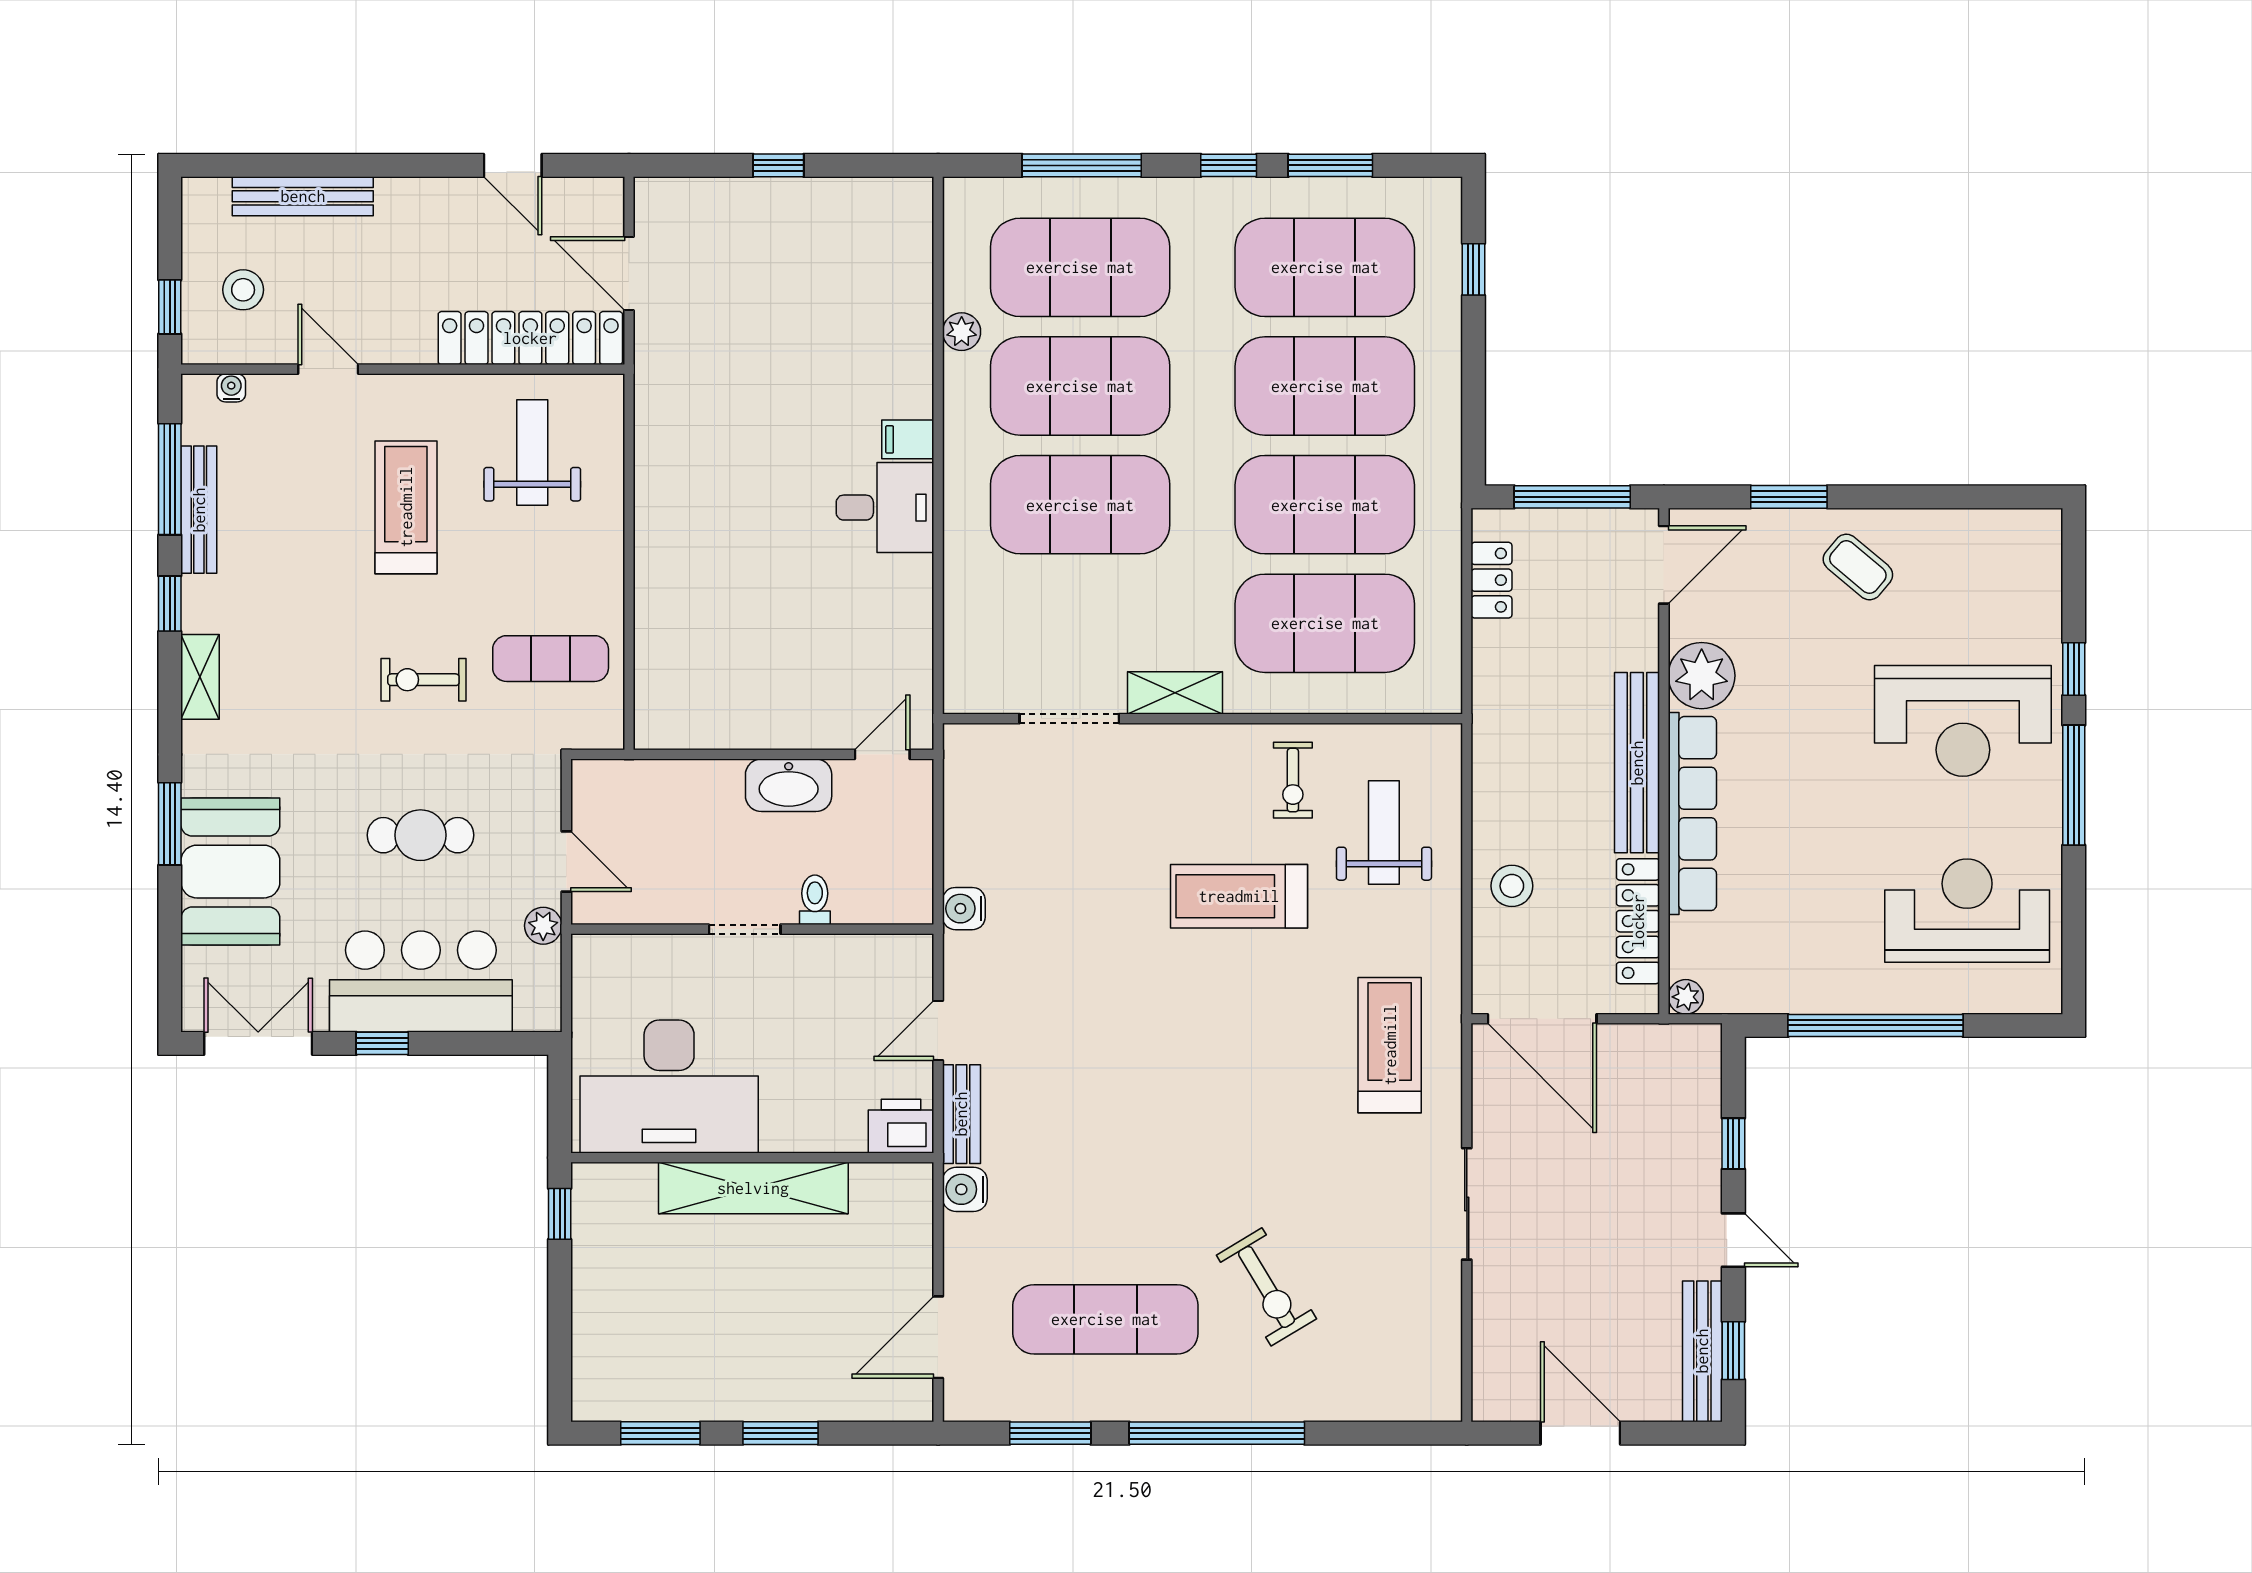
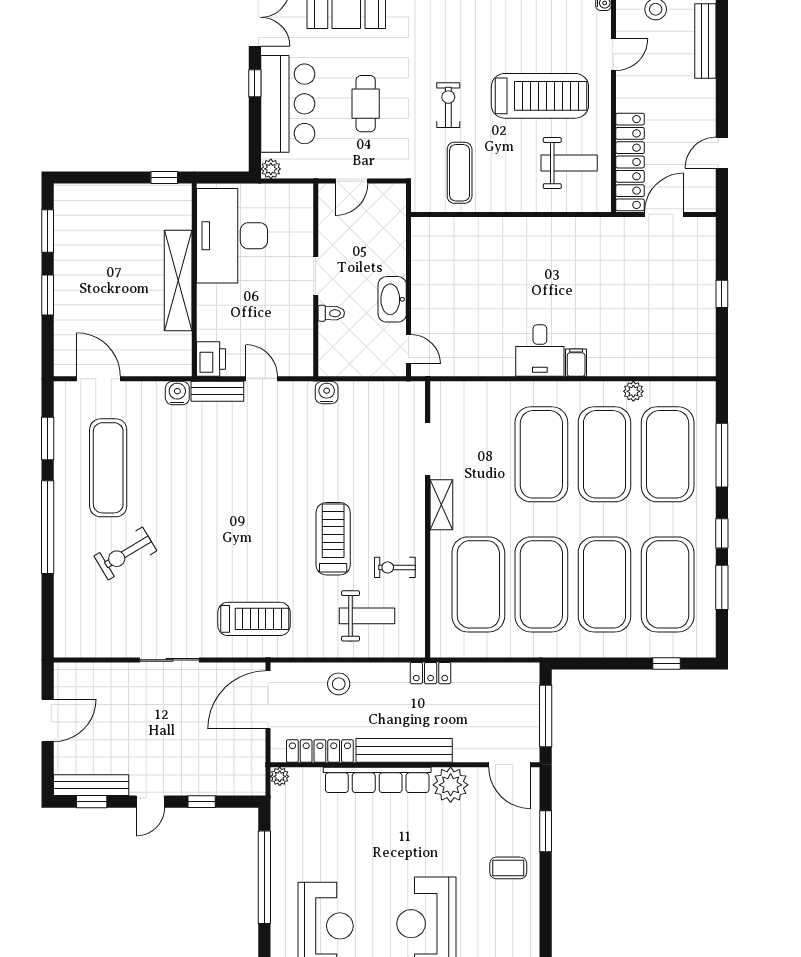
treadmill: (406, 507) -> (540, 96), width x1.37, depth x1.38
coffee table: (1858, 567) -> (508, 868), turned 50
locker: (1491, 580) -> (431, 673), moved
plant: (543, 926) -> (271, 169), moved

